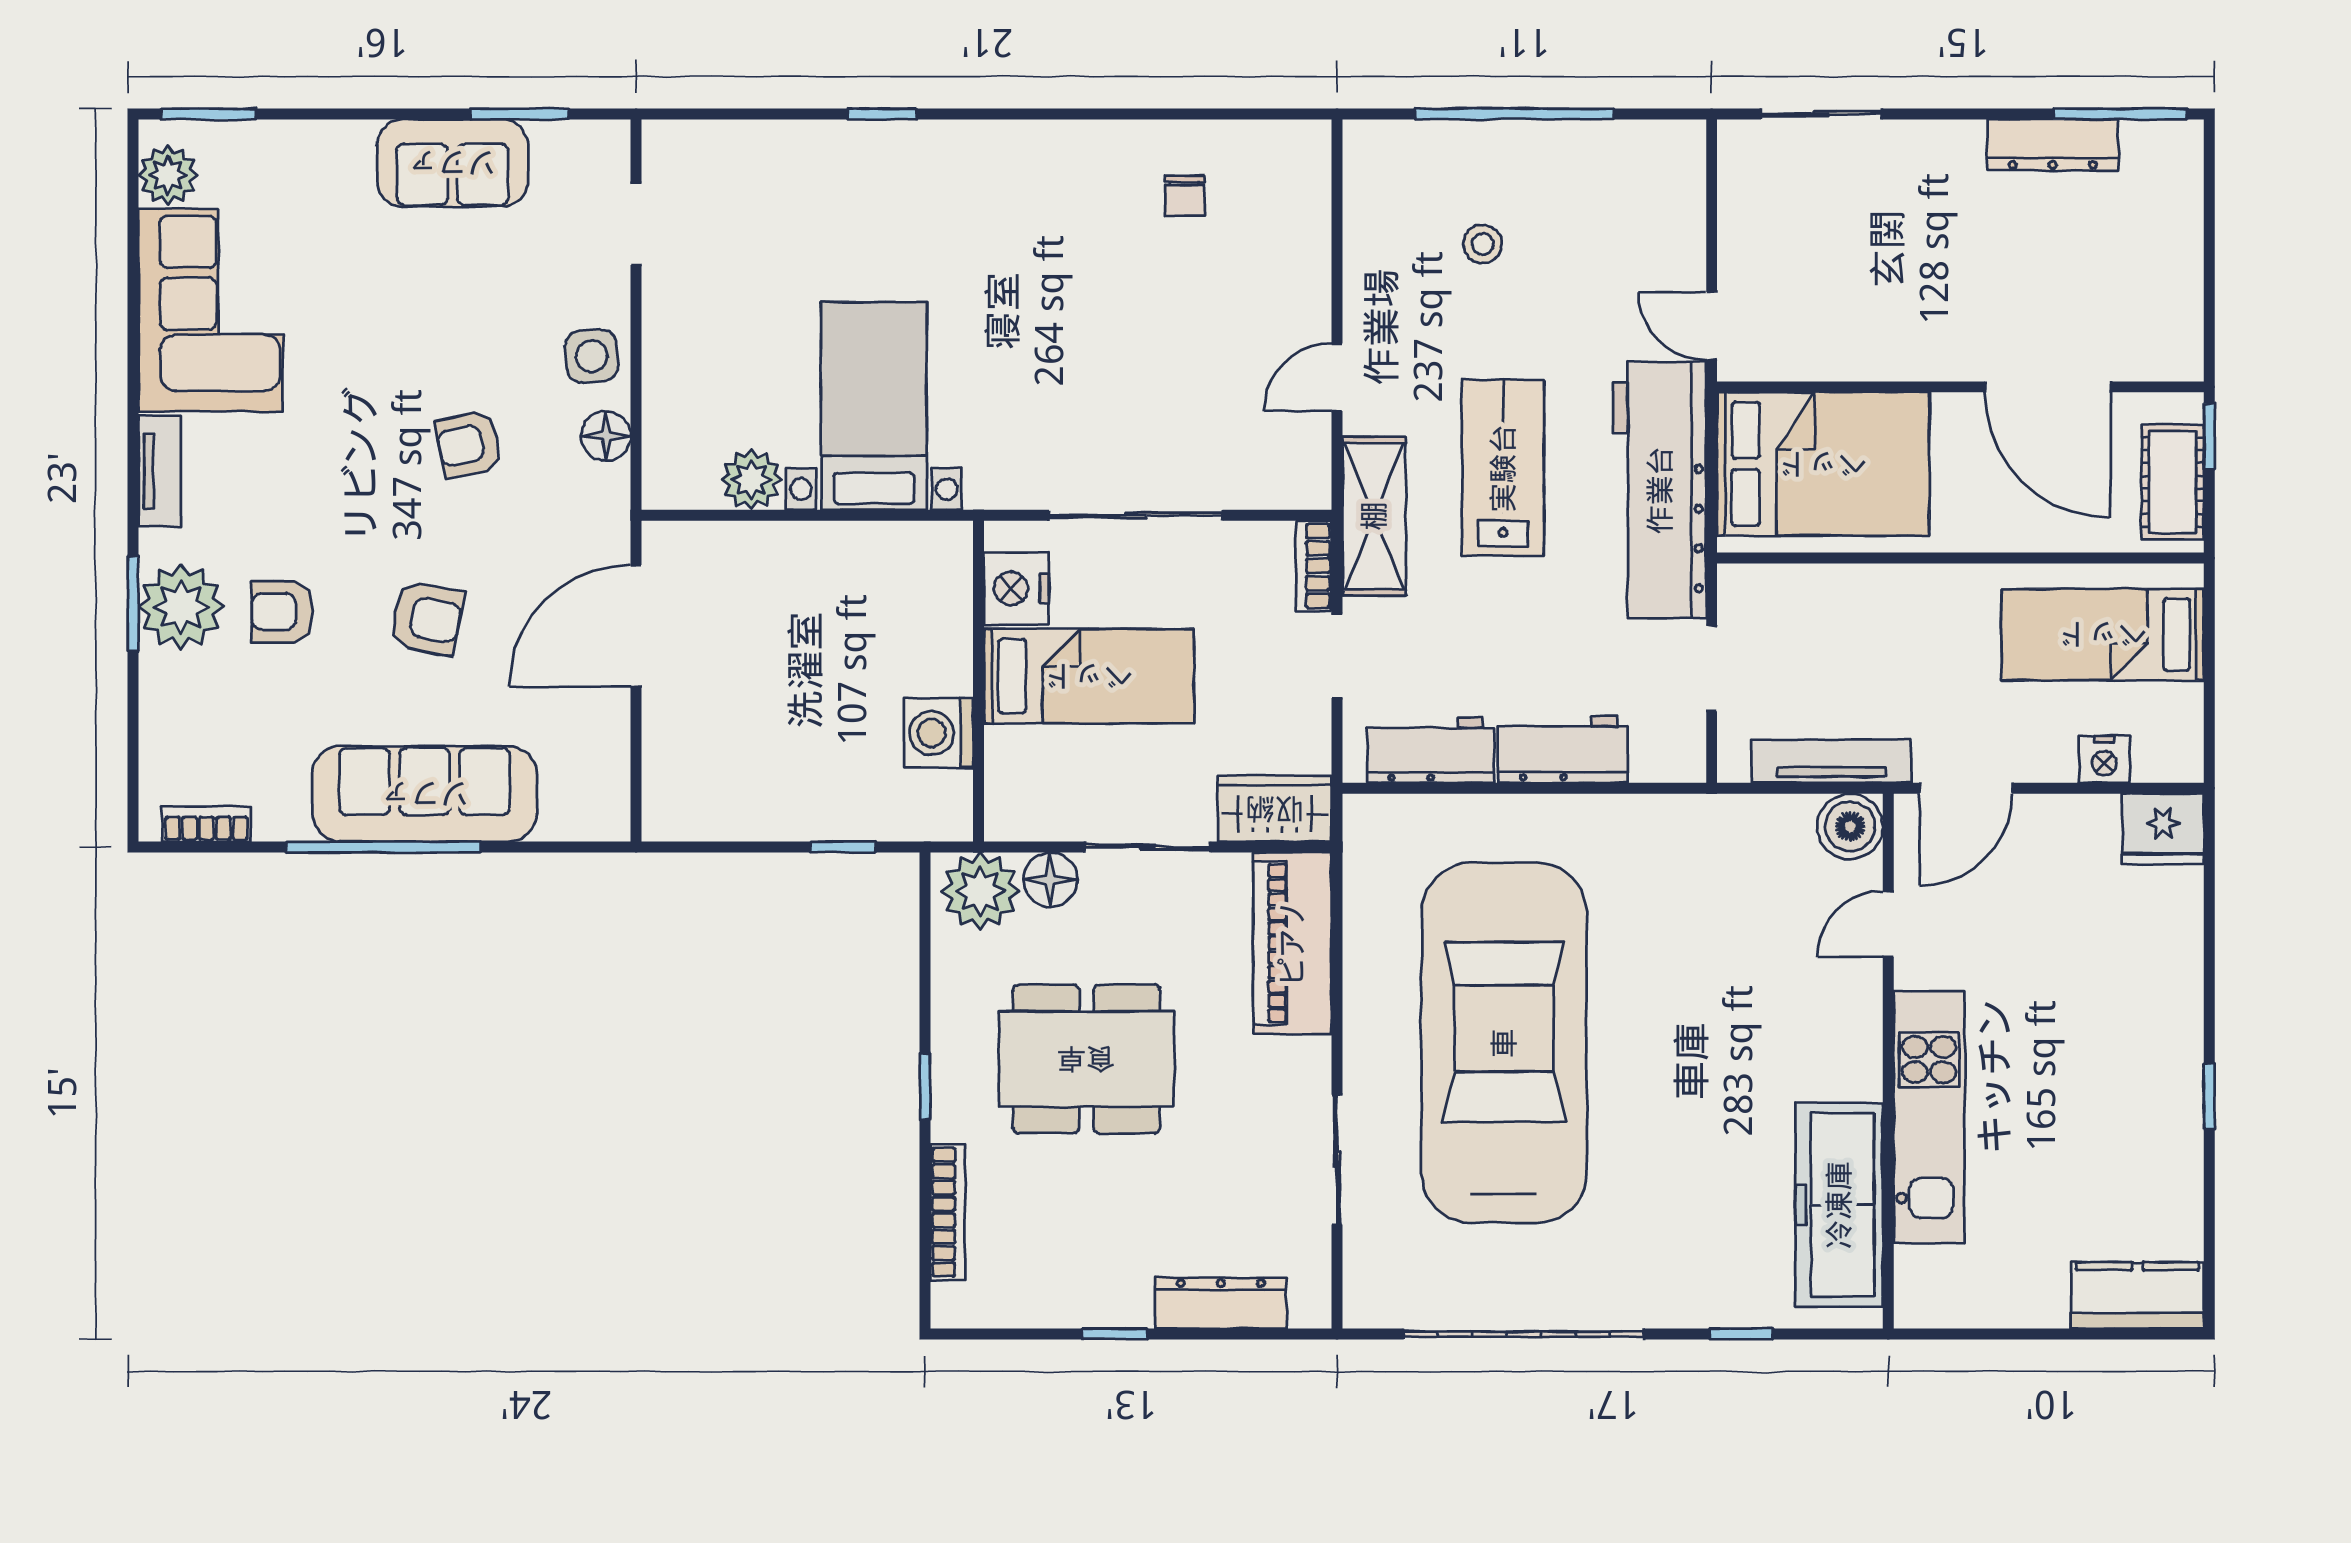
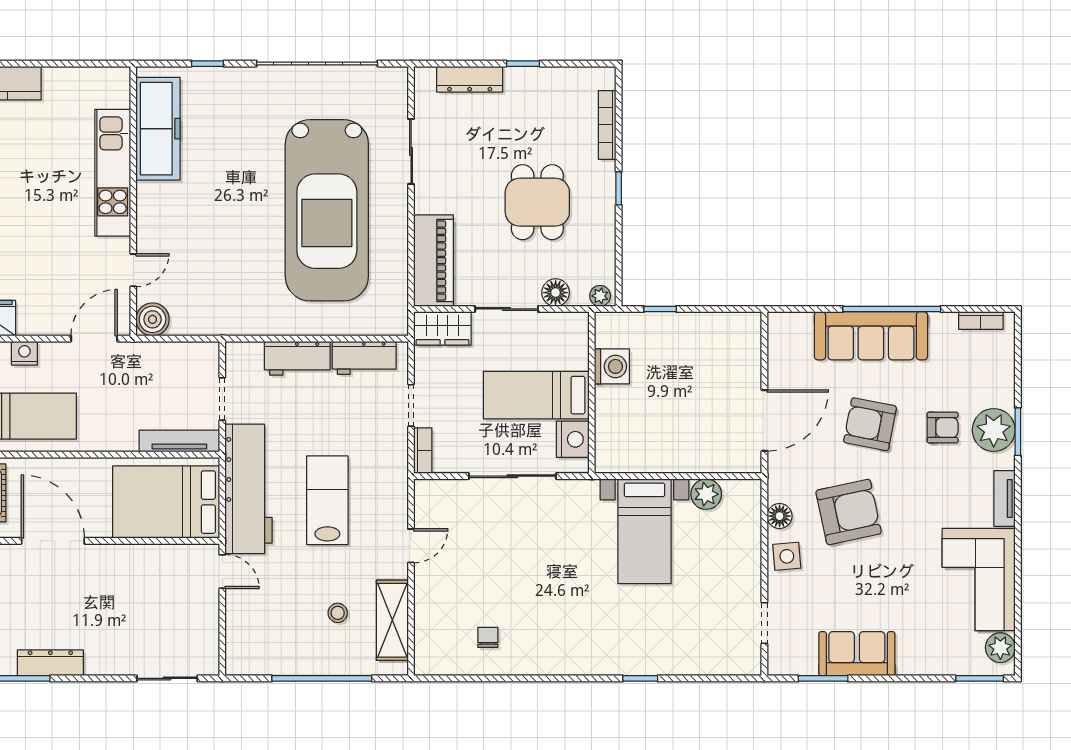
armchair: (469, 444) -> (849, 512), width x1.88, depth x1.88
lab bench: (1503, 468) -> (327, 500), turned 180
shelving: (1374, 516) -> (392, 620), moved
armchair: (426, 618) -> (870, 424), width x1.38, depth x1.38
tv unit: (1831, 761) -> (179, 441), moved, turned 180
plant: (980, 891) -> (600, 296), width x0.53, depth x0.53
dining table: (1086, 1059) -> (537, 202), width x0.73

